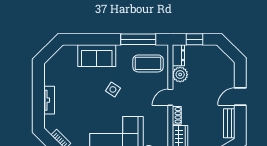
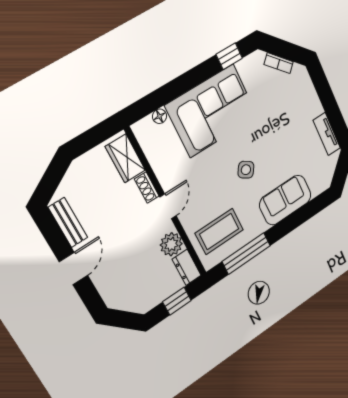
tv unit: (49, 100) -> (327, 134), moved

